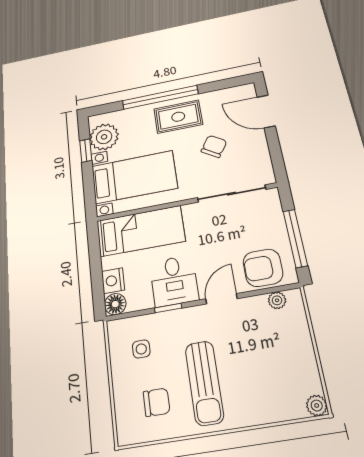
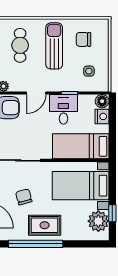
window: (160, 97) -> (36, 244), moved
chair: (214, 146) -> (24, 197), turned 132
cafe table: (263, 374) -> (20, 45), added

